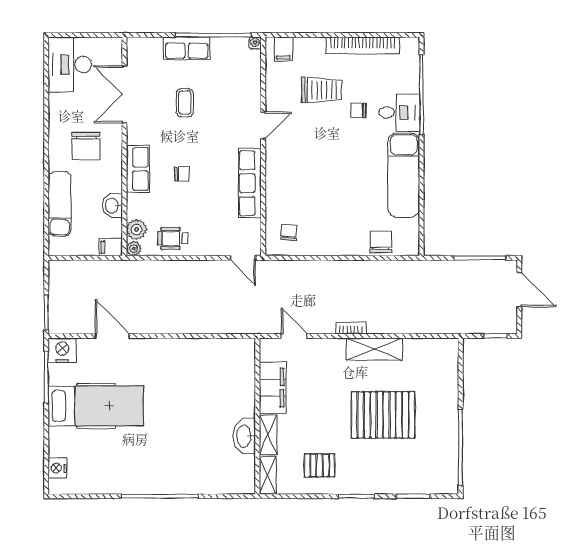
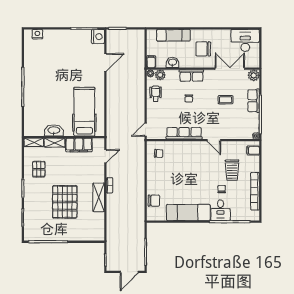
plant: (137, 48) -> (254, 75), added
hospital bed: (96, 406) -> (84, 112), moved, turned 180

